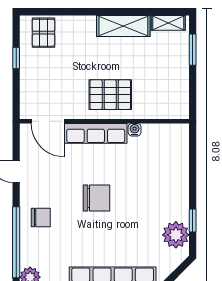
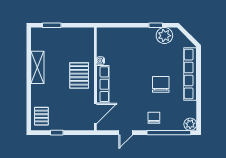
shelving: (168, 23) -> (35, 40), removed
pallet: (43, 33) -> (41, 116), turned 90
chair: (97, 198) -> (161, 84), moved

